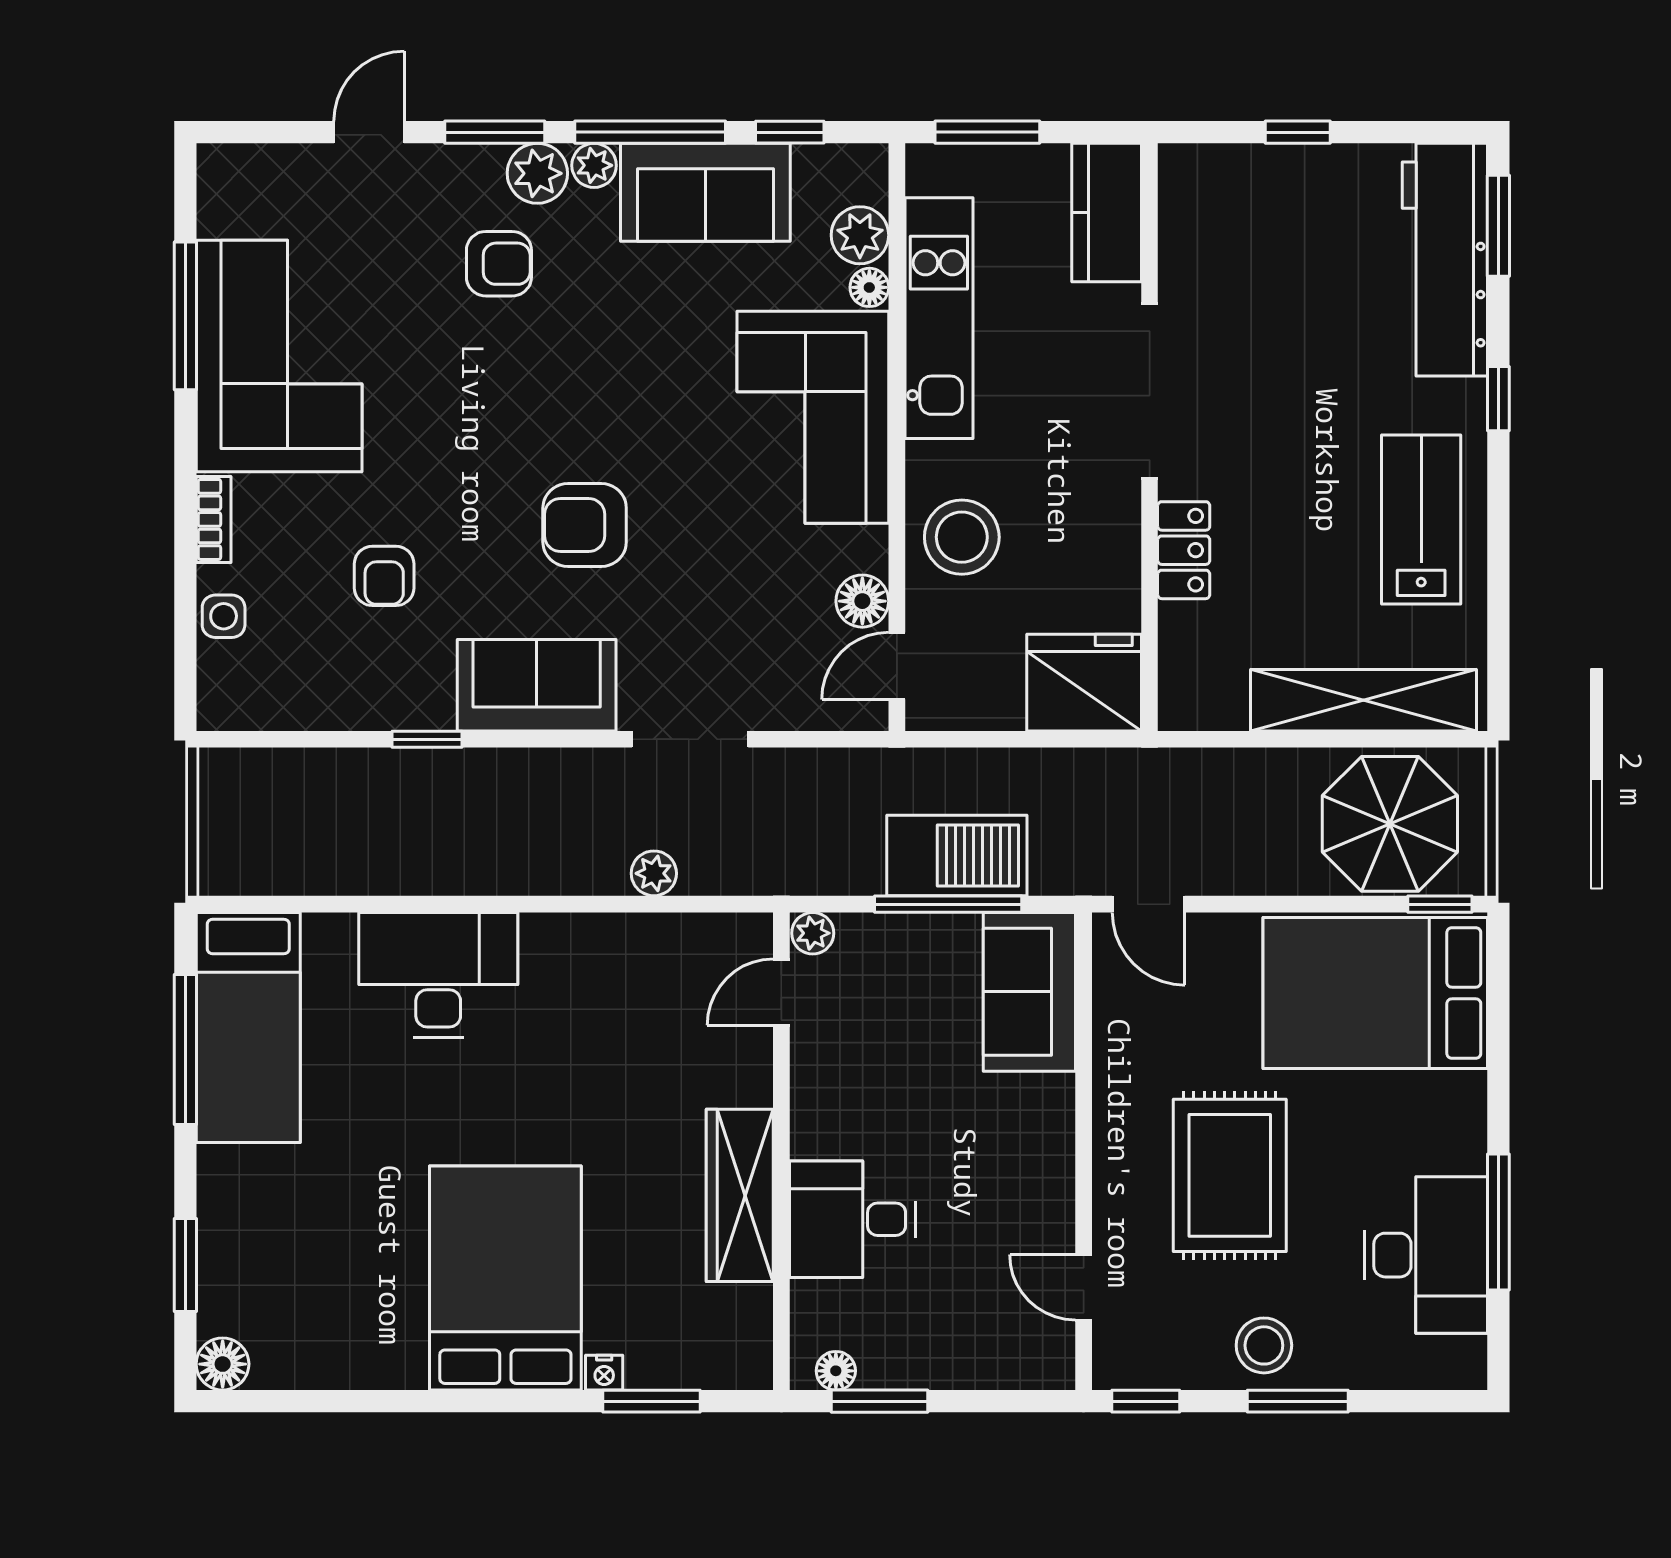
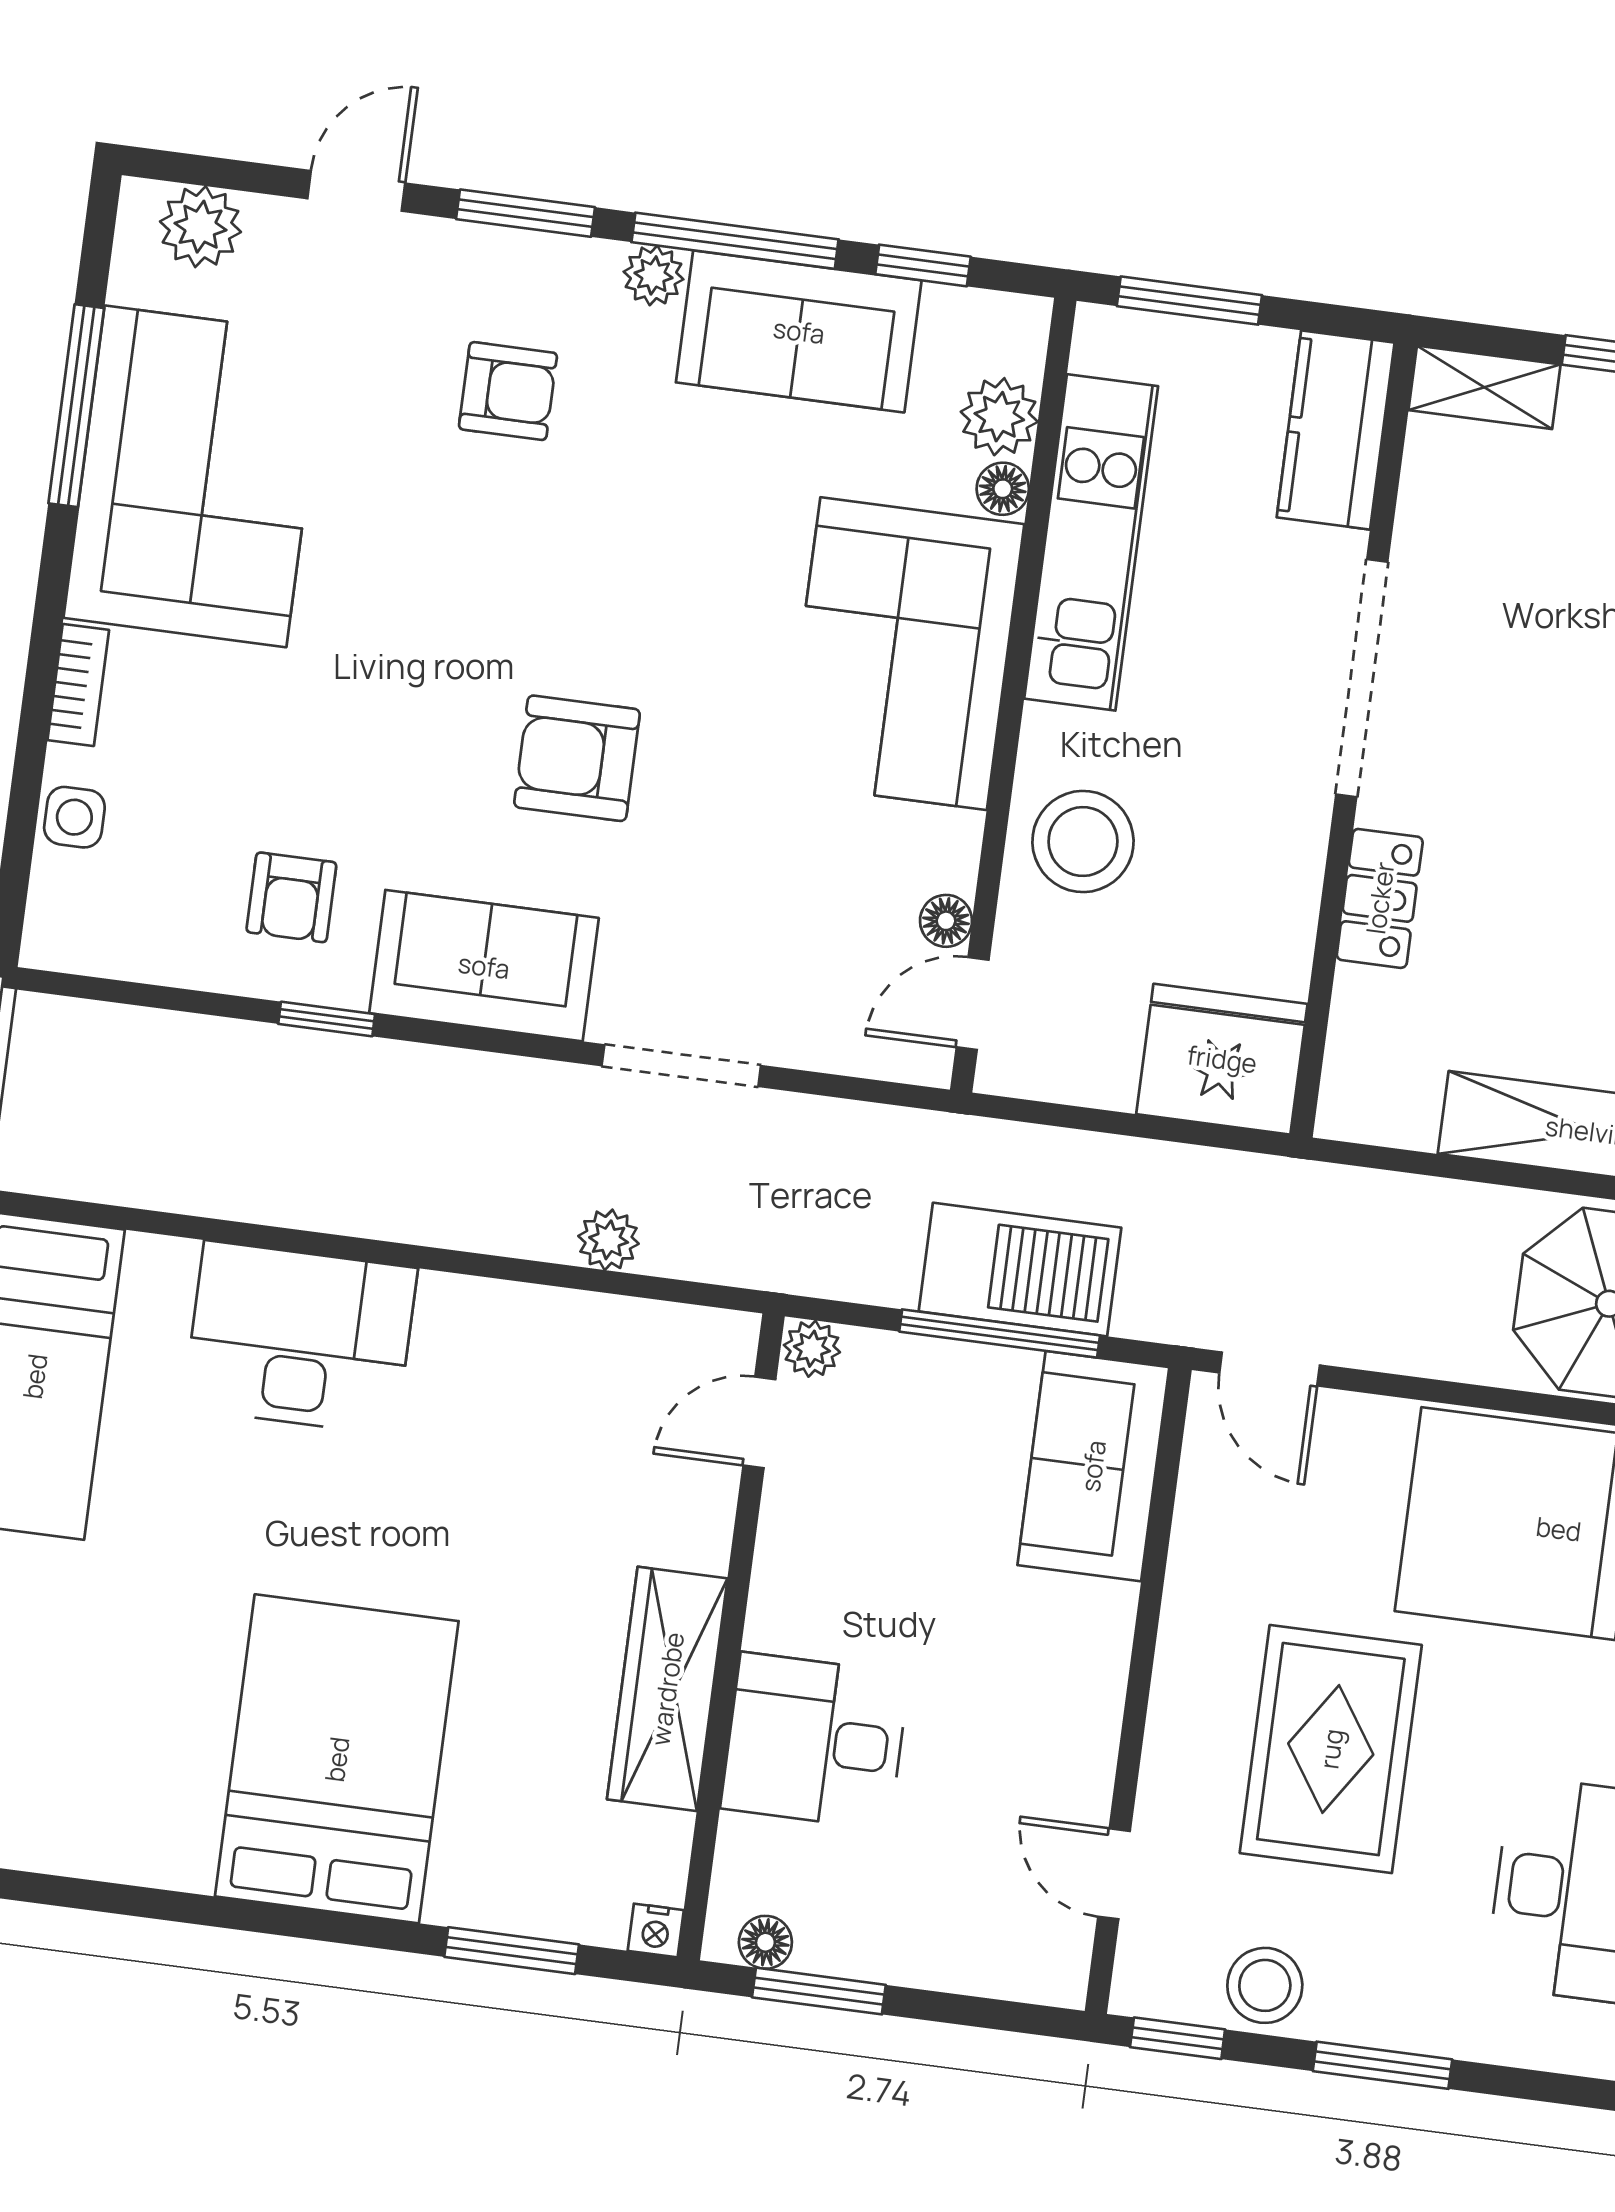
shelving: (1211, 167) -> (1484, 387), added
plant: (537, 173) -> (201, 227), moved
armchair: (384, 576) -> (291, 897), moved
floor lamp: (862, 601) -> (946, 921), width x0.73, depth x0.73
stool: (1264, 1345) -> (1265, 1985), moved
nightstand: (604, 1373) -> (656, 1930), moved

